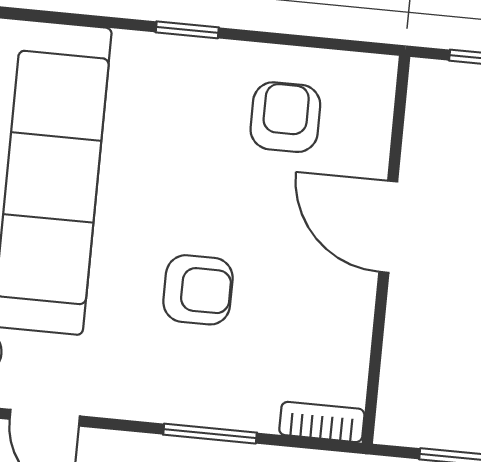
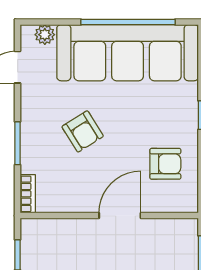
armchair: (198, 290) -> (83, 131), turned -32

